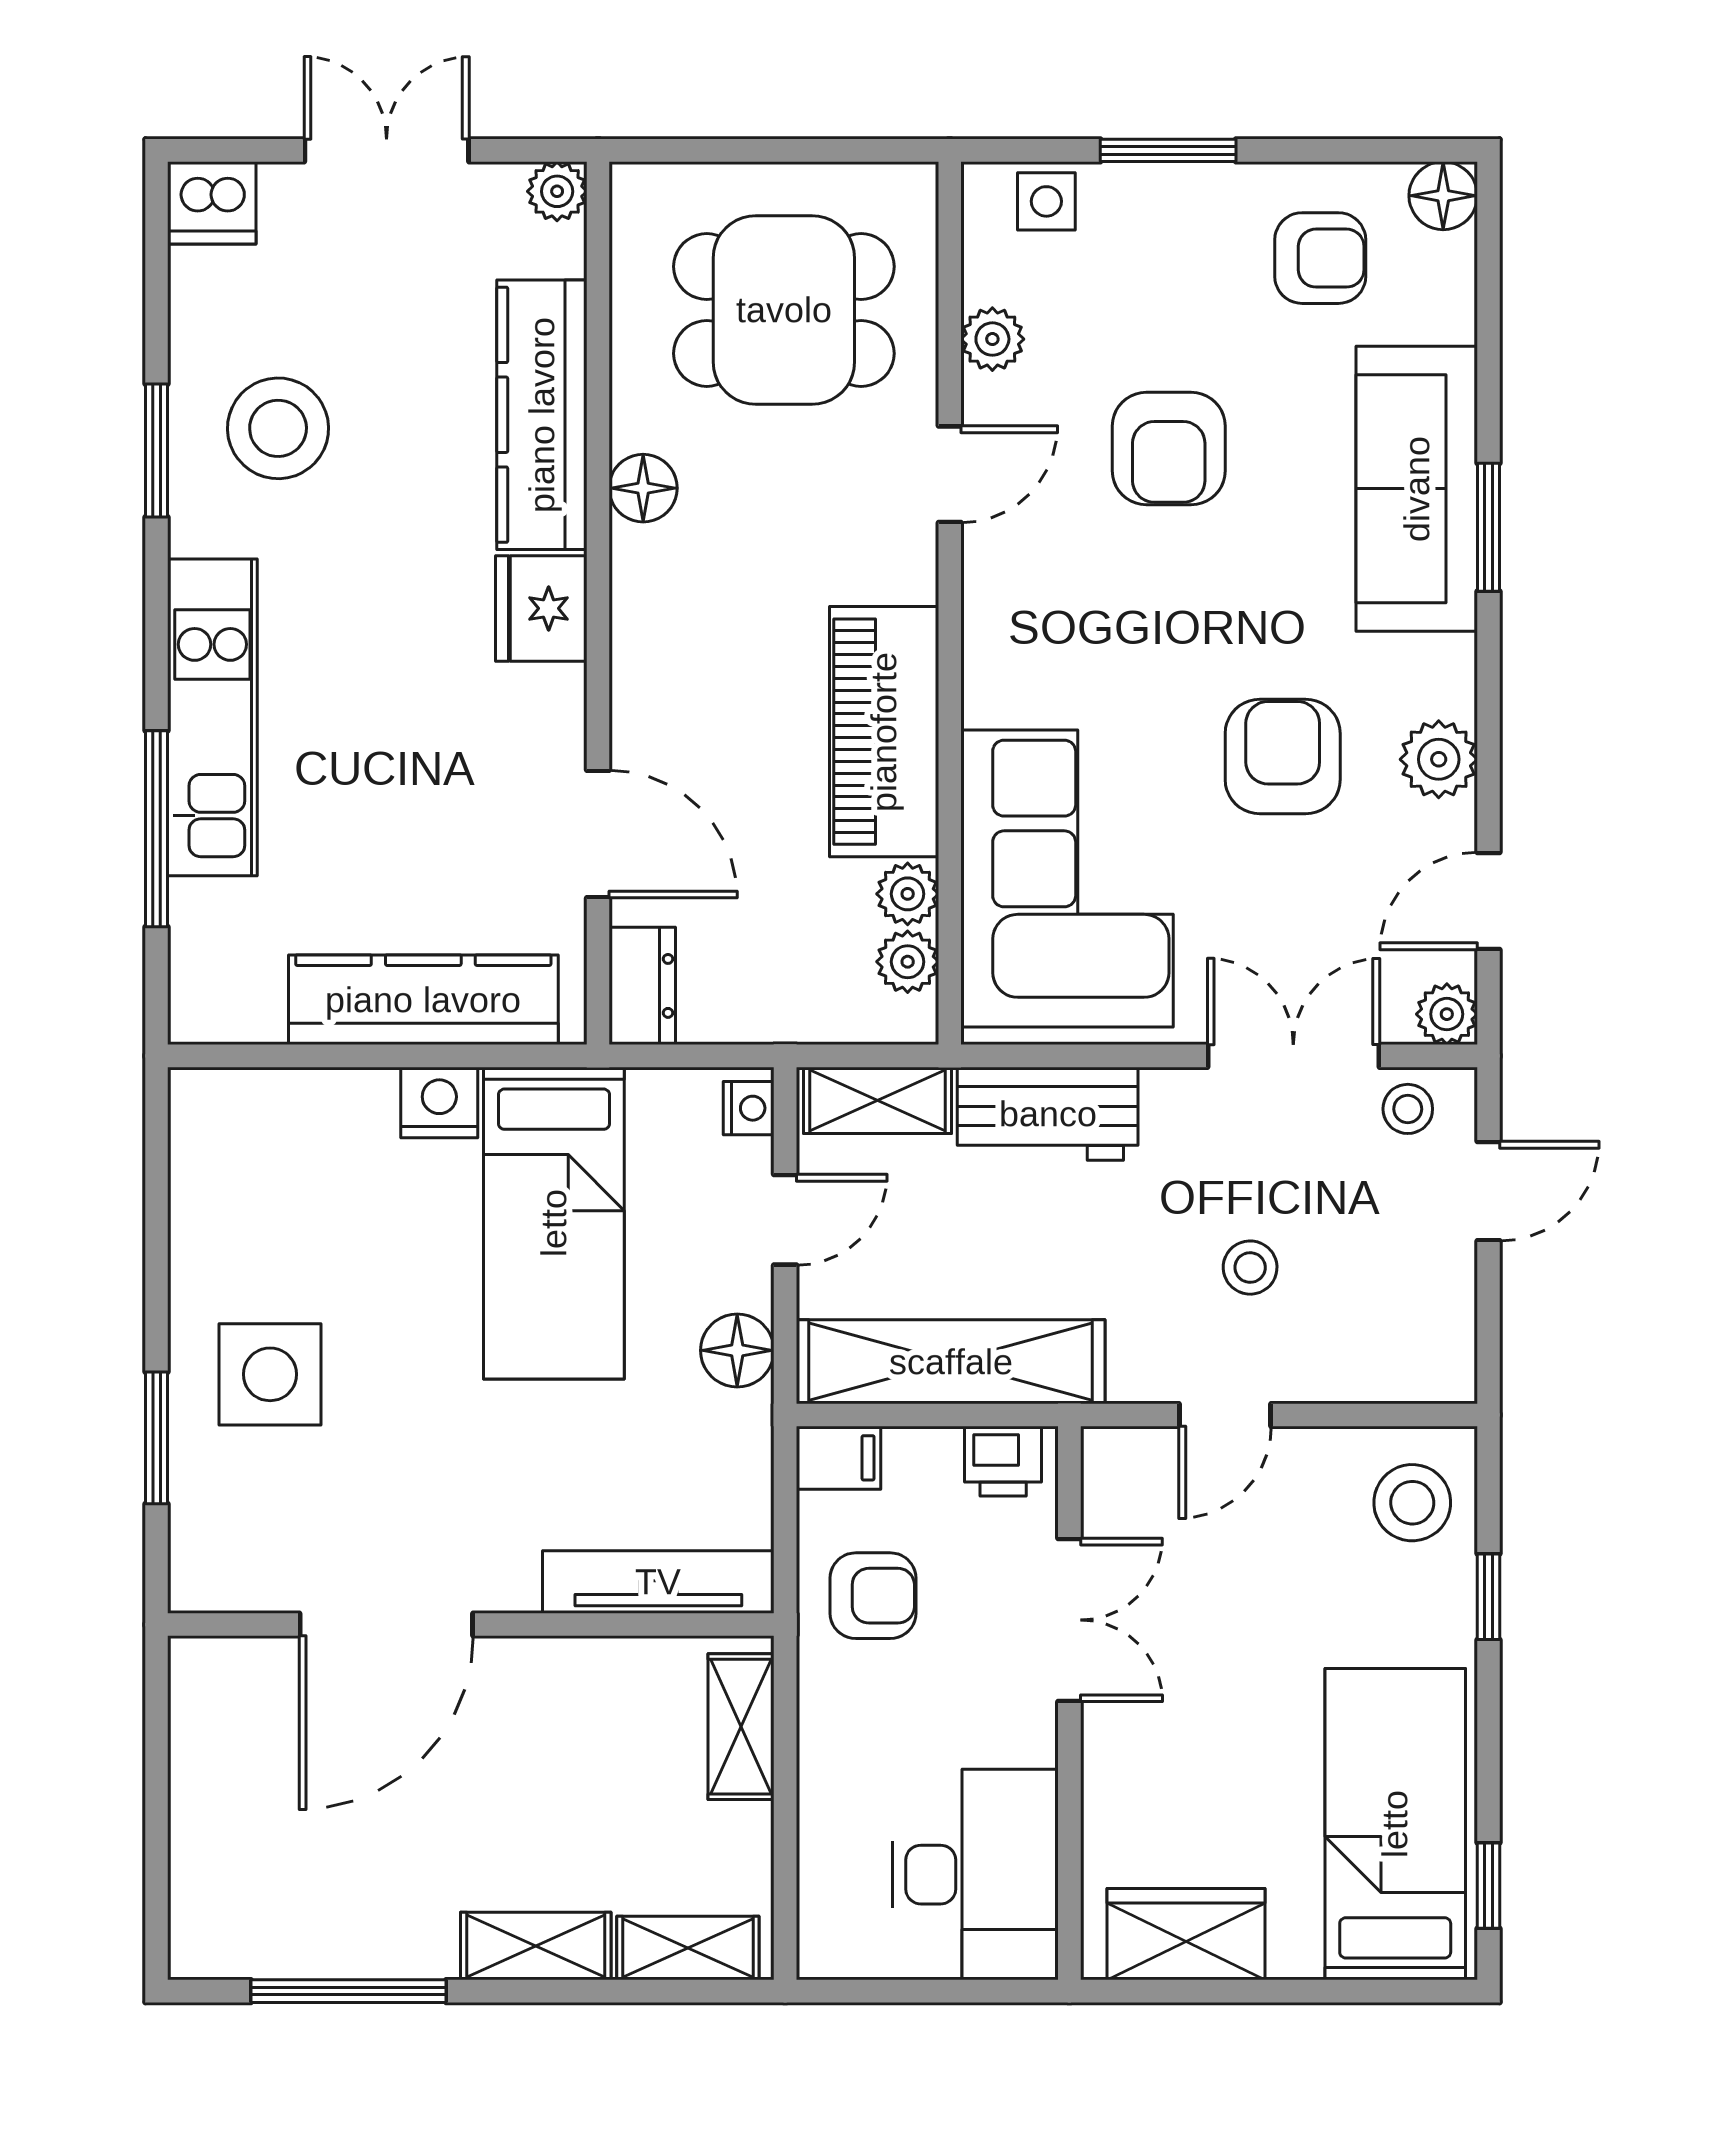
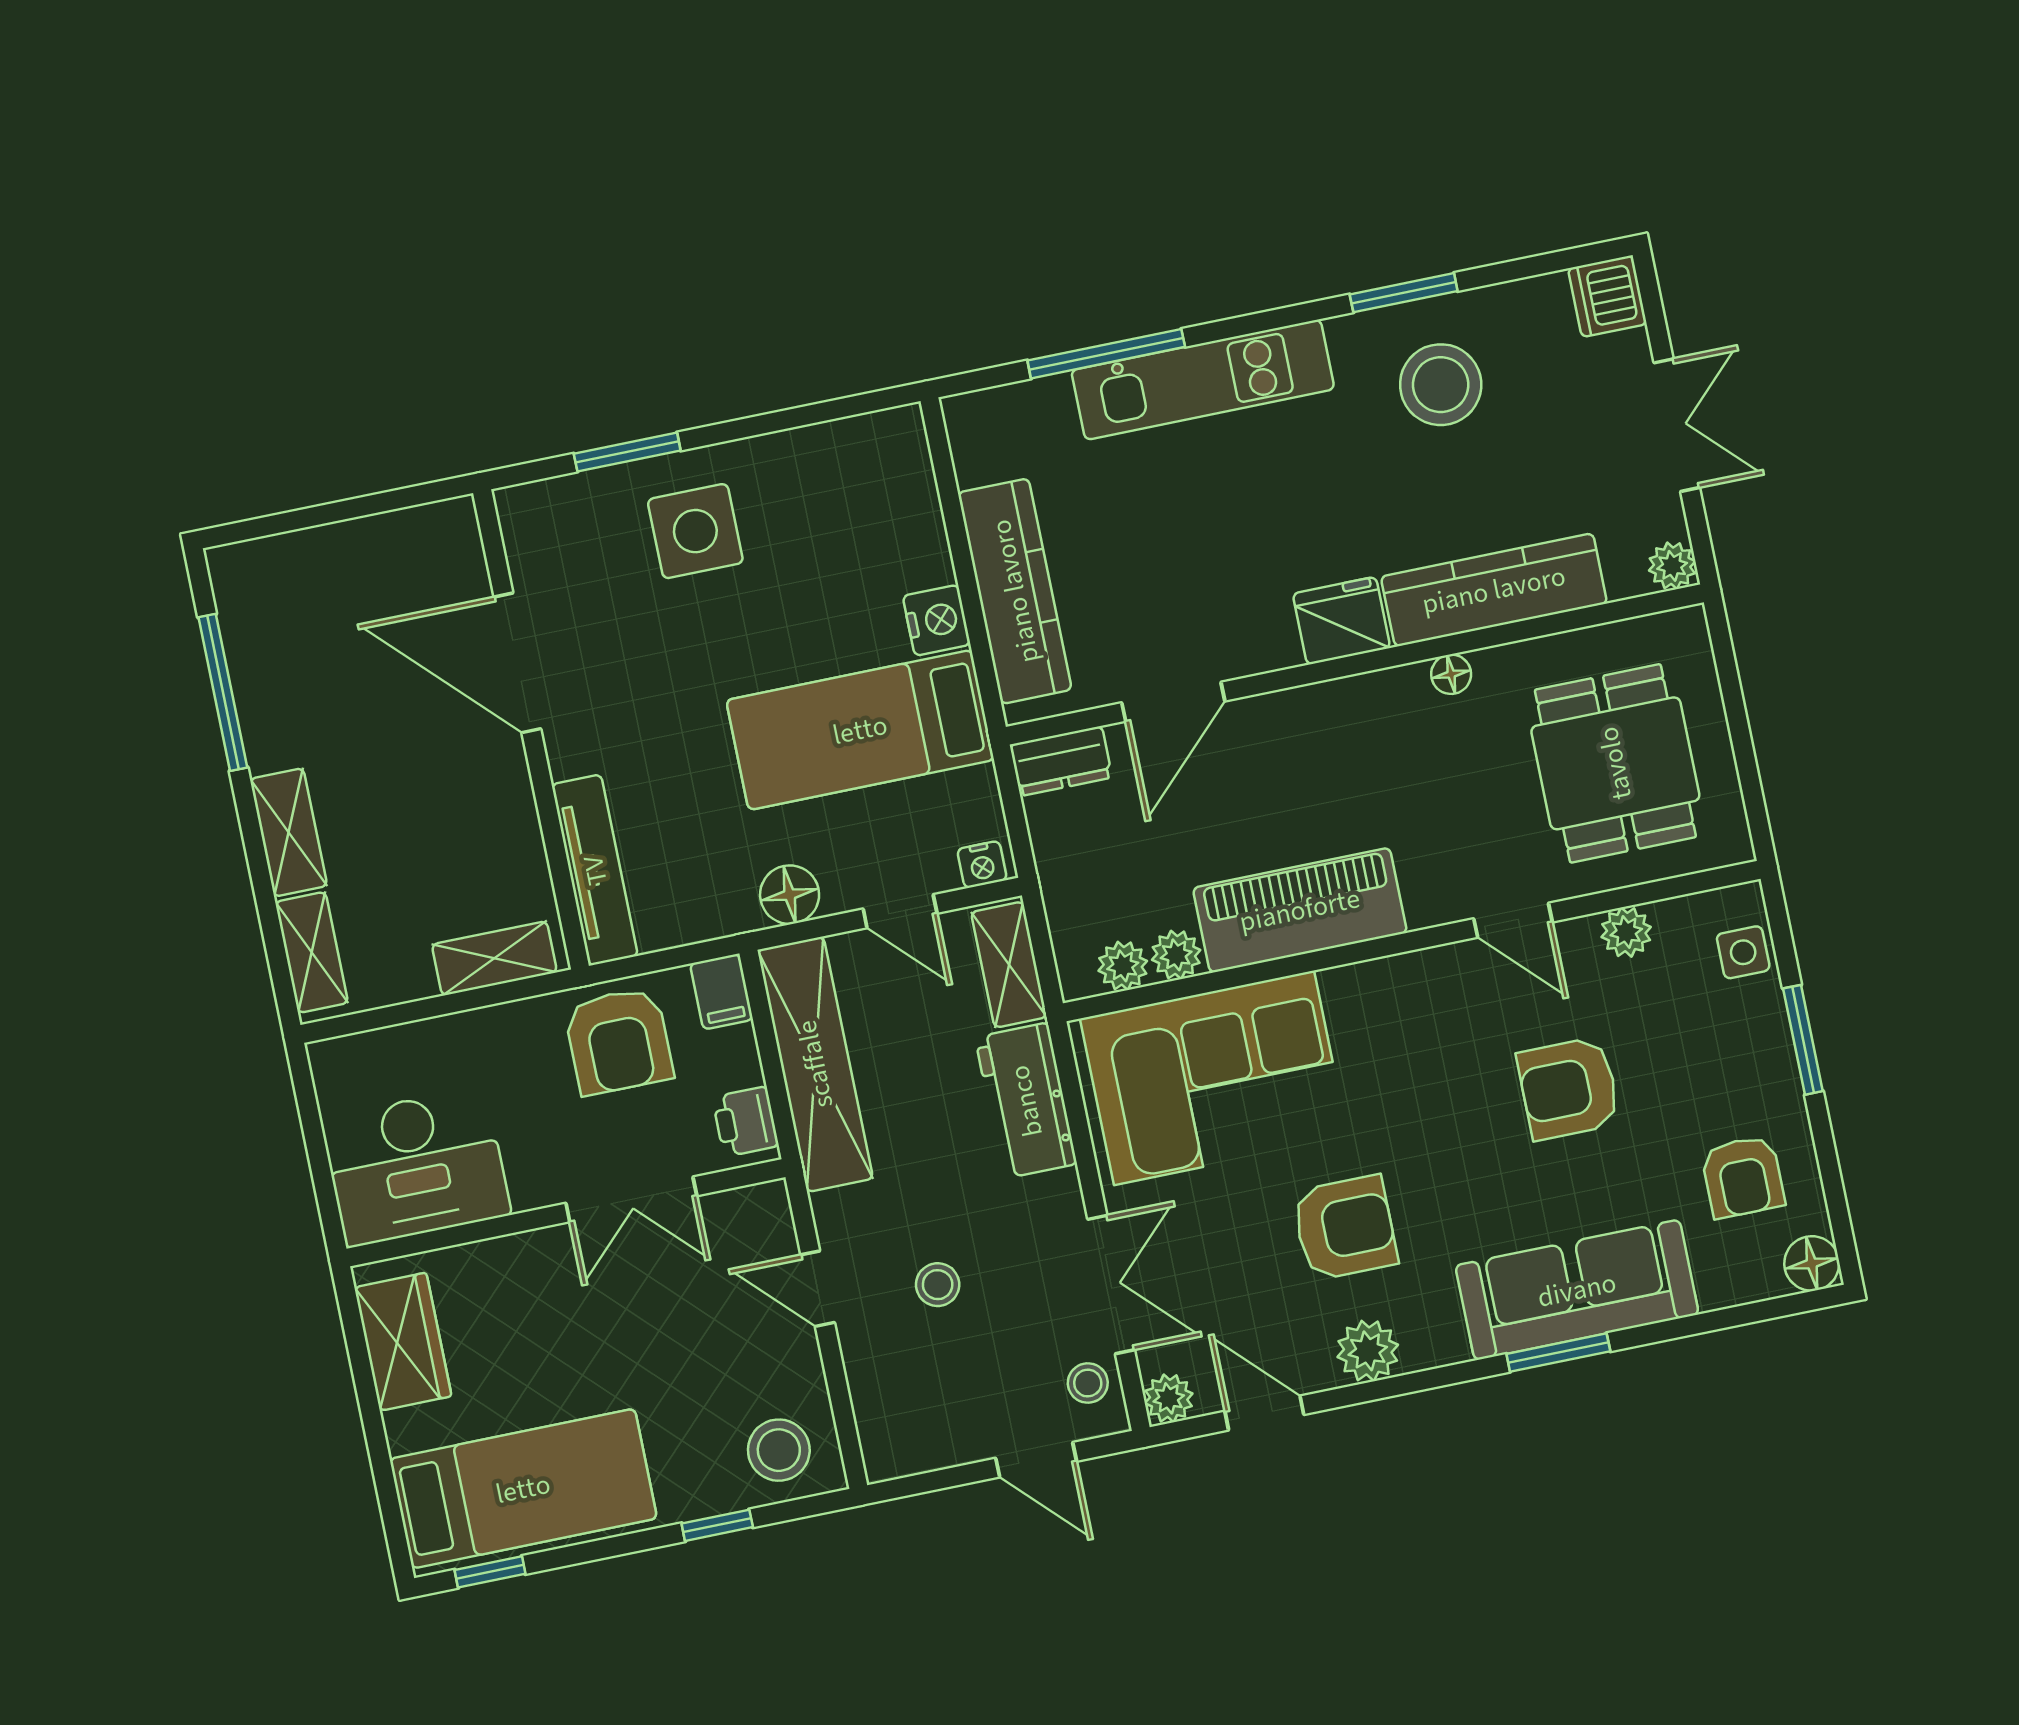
floor lamp: (643, 488) -> (1451, 674), width x0.73, depth x0.73
armchair: (873, 1596) -> (619, 1041), width x1.38, depth x1.38

